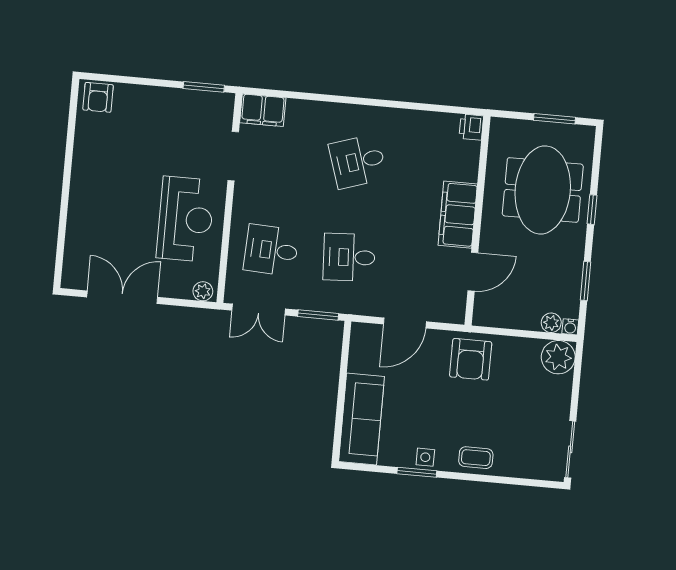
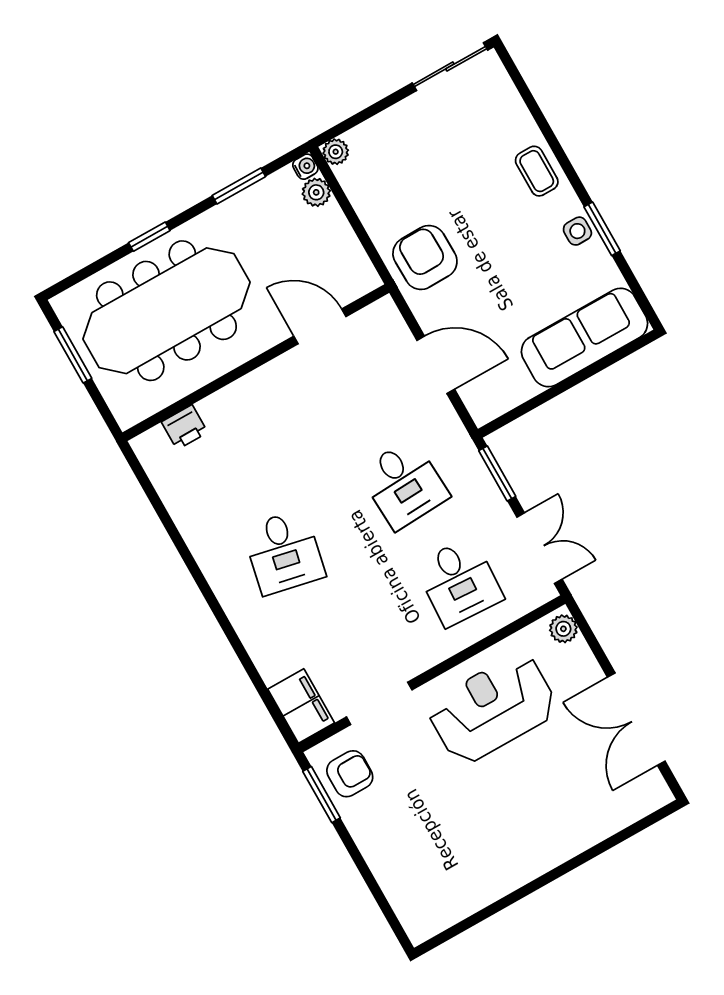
armchair: (98, 97) -> (350, 774), moved
printer: (471, 127) -> (185, 427), moved
desk: (358, 161) -> (284, 552), turned 30
meeting table: (543, 190) -> (166, 311), width x1.36
filing cabinet: (458, 215) -> (265, 391), removed
plant: (558, 357) -> (336, 152), width x0.53, depth x0.53
armchair: (471, 359) -> (425, 257), turned -91

